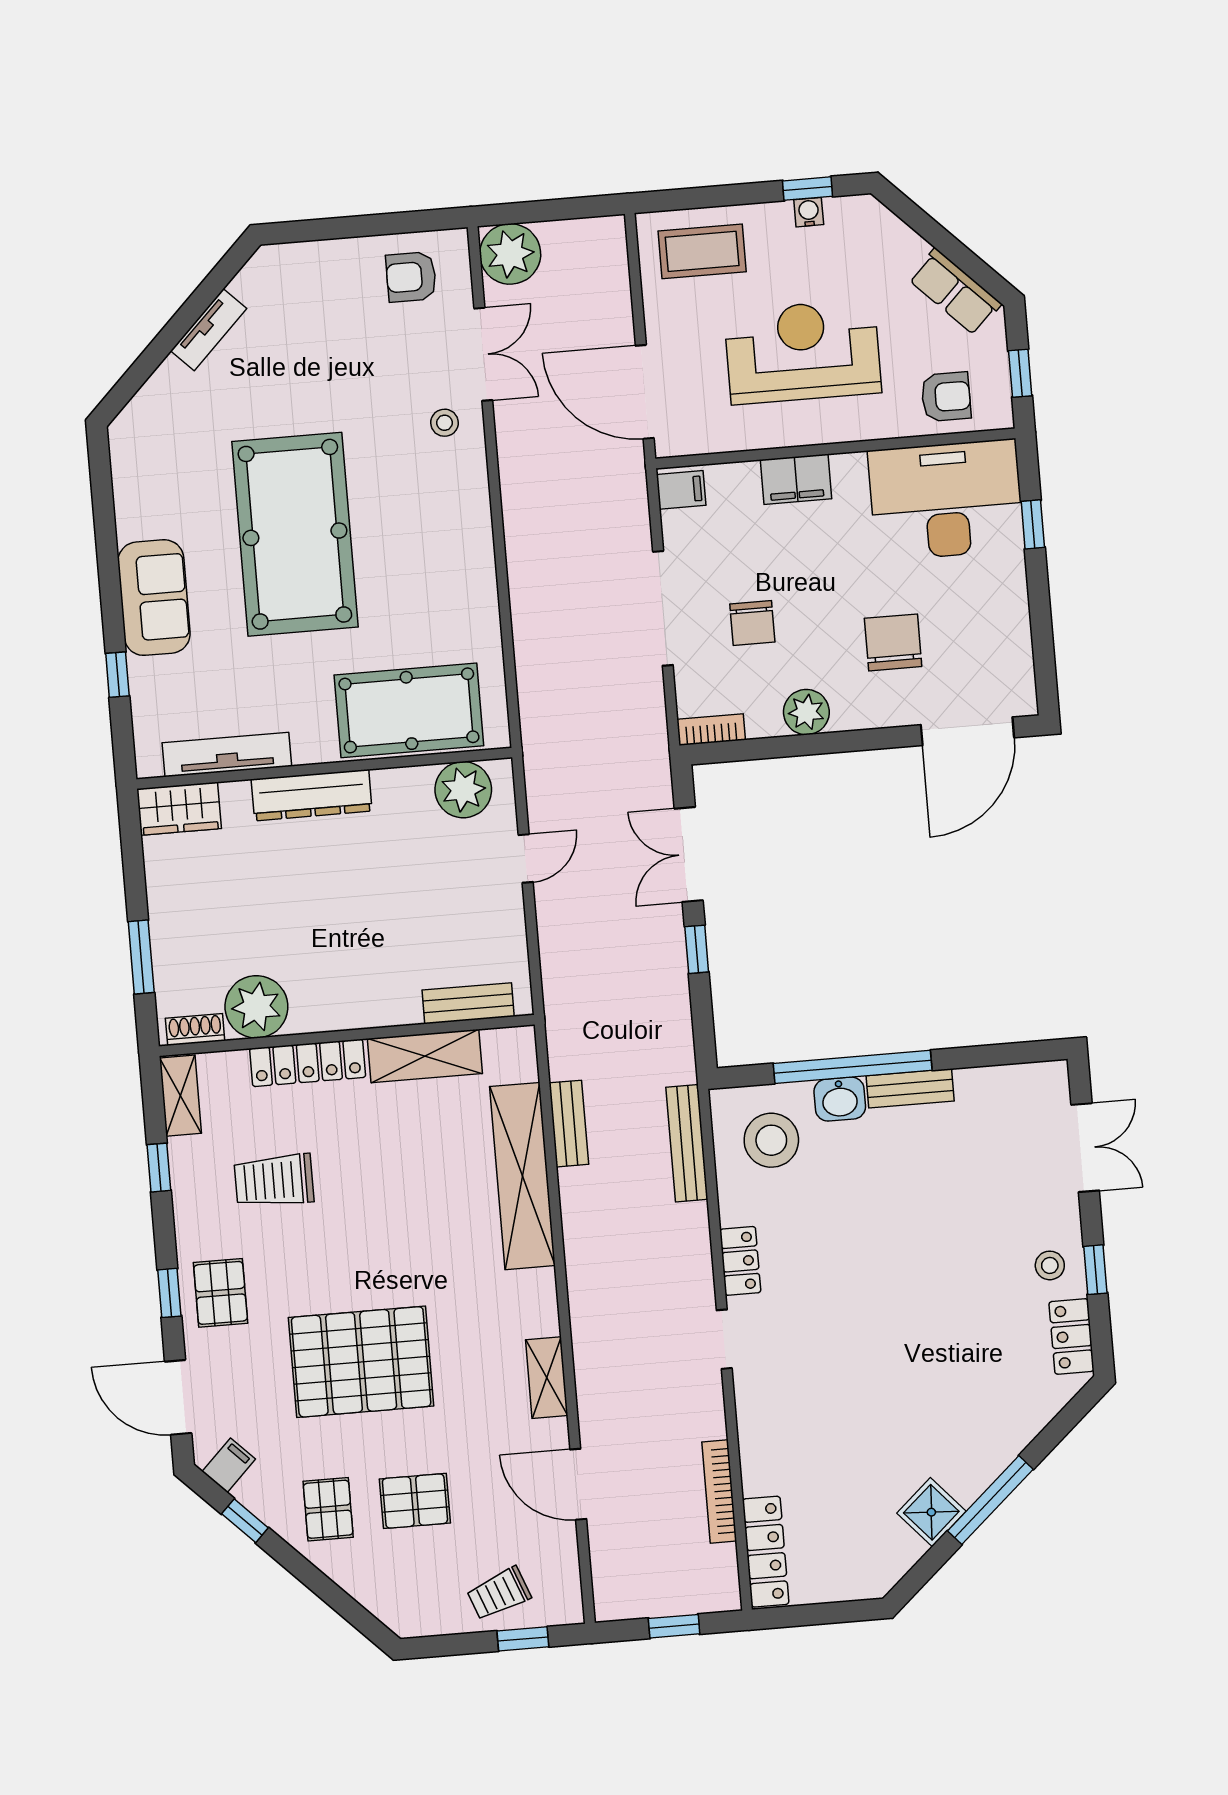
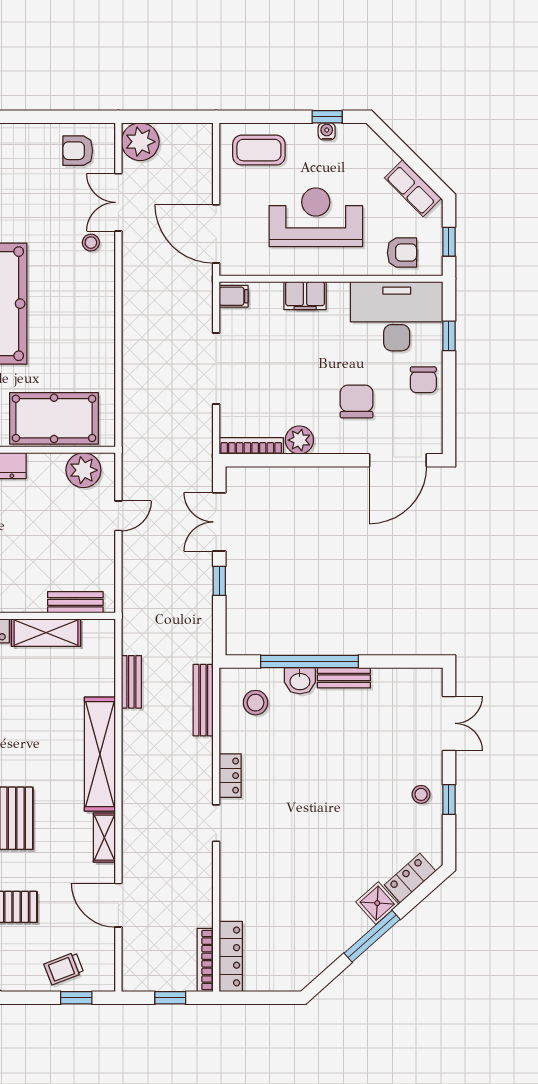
double door: (483, 354) -> (118, 202), swing flipped
chair: (752, 623) -> (423, 380), moved
bookcase: (711, 730) -> (251, 446), width x1.56
stool: (771, 1140) -> (256, 703), width x0.73, depth x0.73
shelving: (522, 1176) -> (100, 754), moved
locker: (1072, 1336) -> (410, 878), moved, turned 48
bookcase: (719, 1491) -> (205, 960), moved
shower: (931, 1512) -> (377, 903), moved

